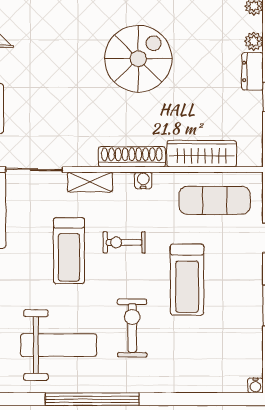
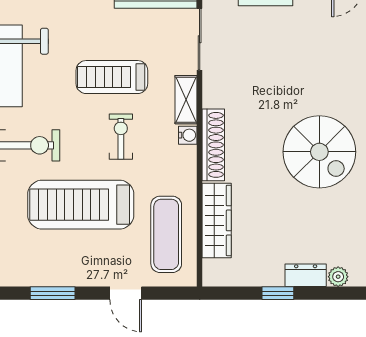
water cooler: (143, 180) -> (188, 135), moved
treadmill: (187, 279) -> (81, 205), width x1.37, depth x1.38

